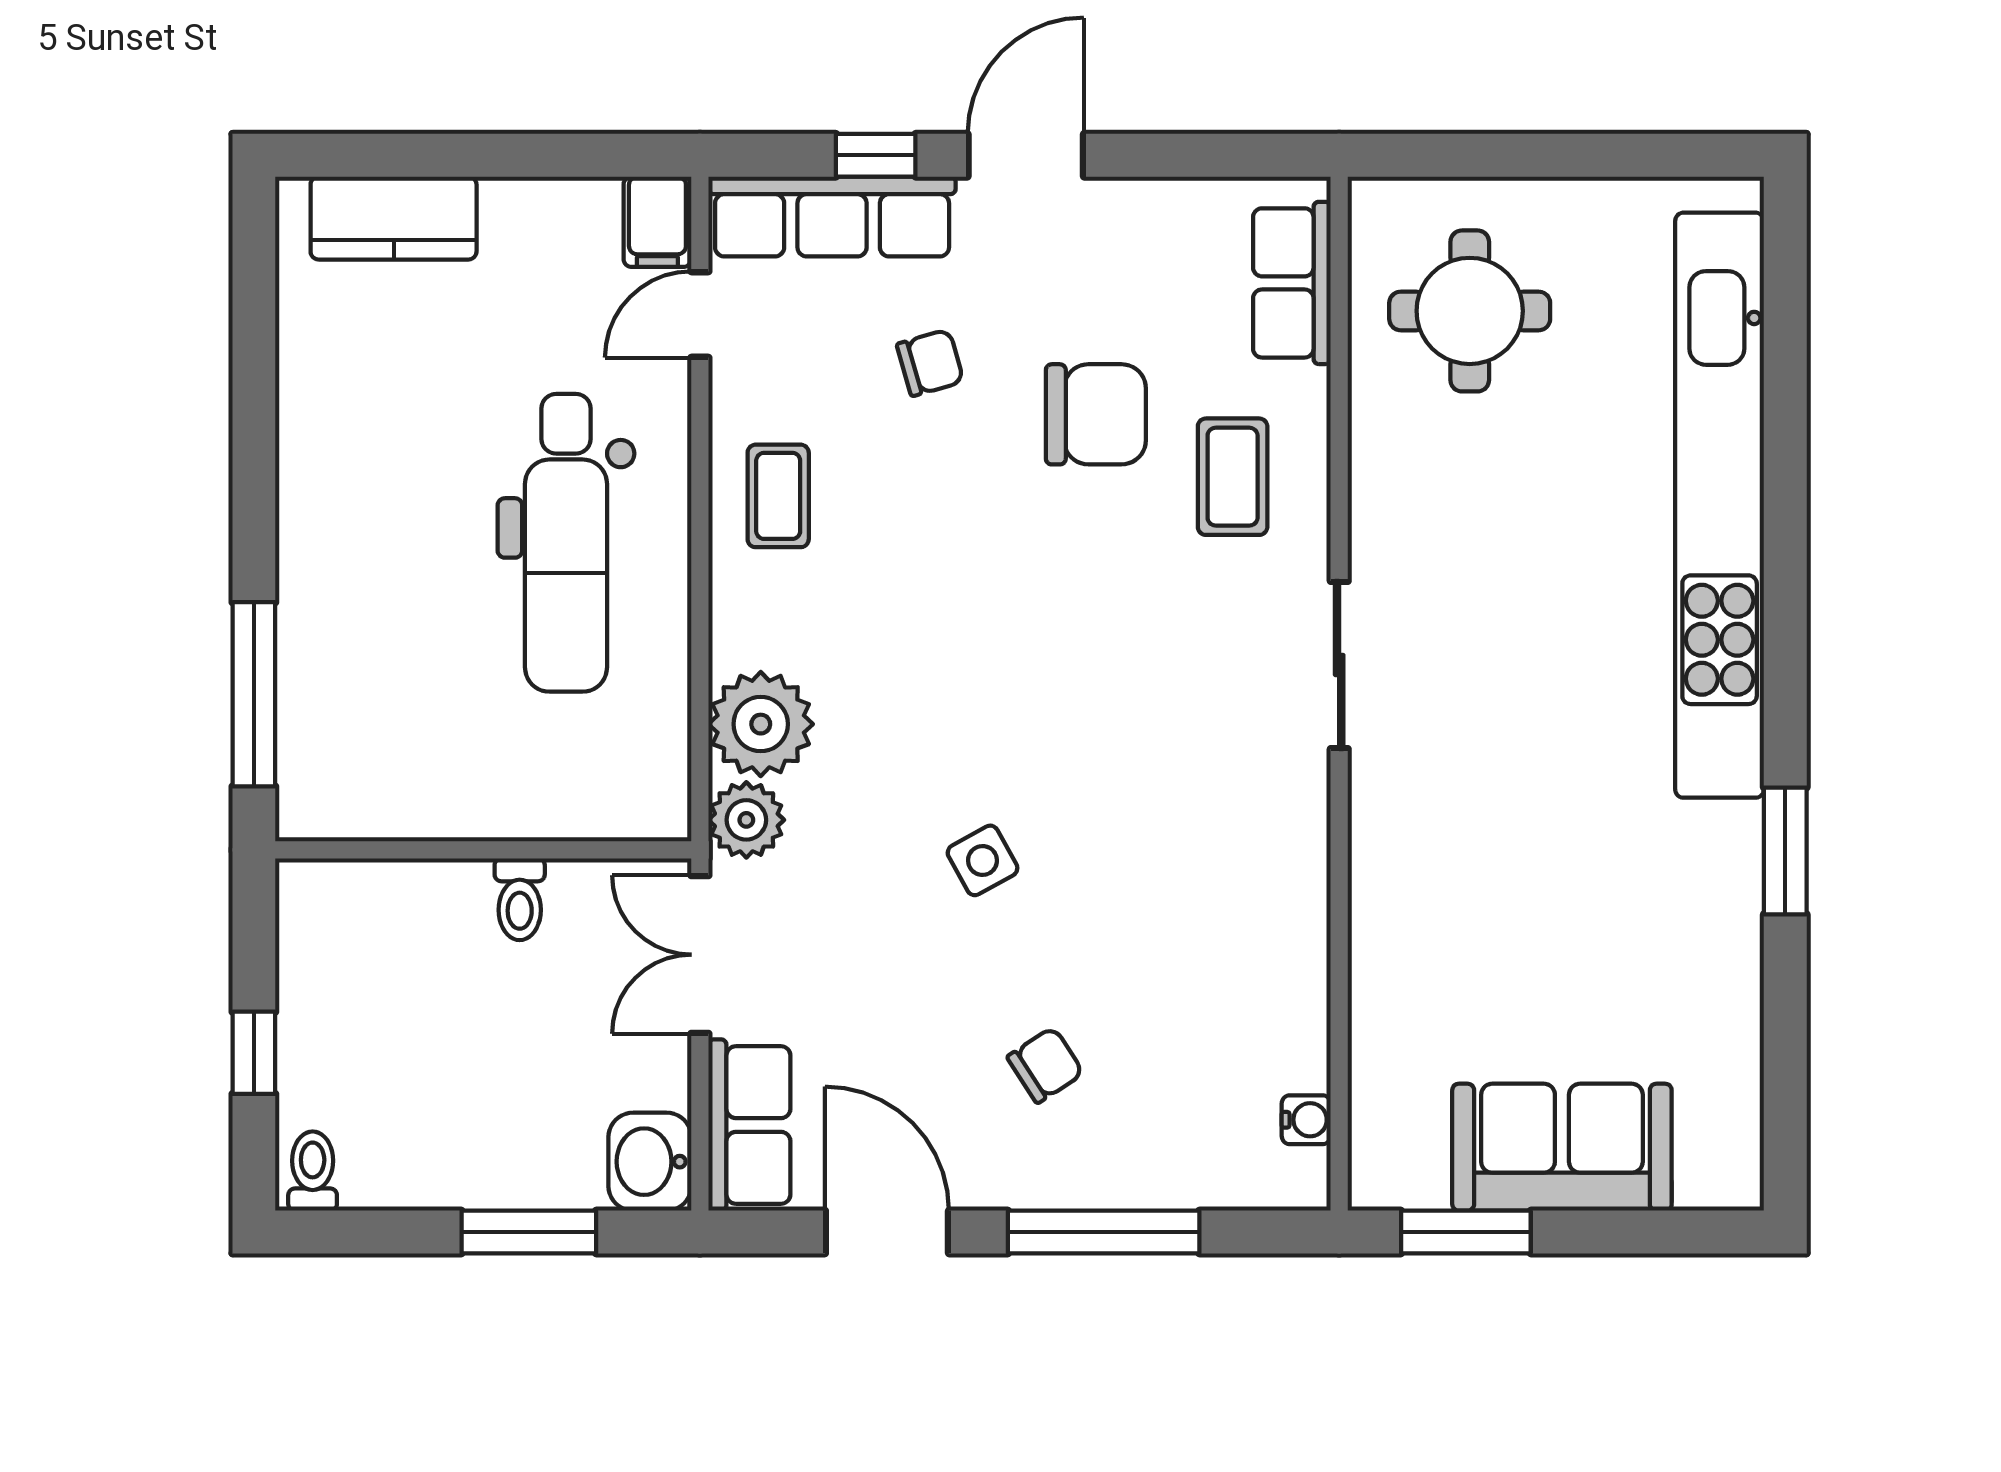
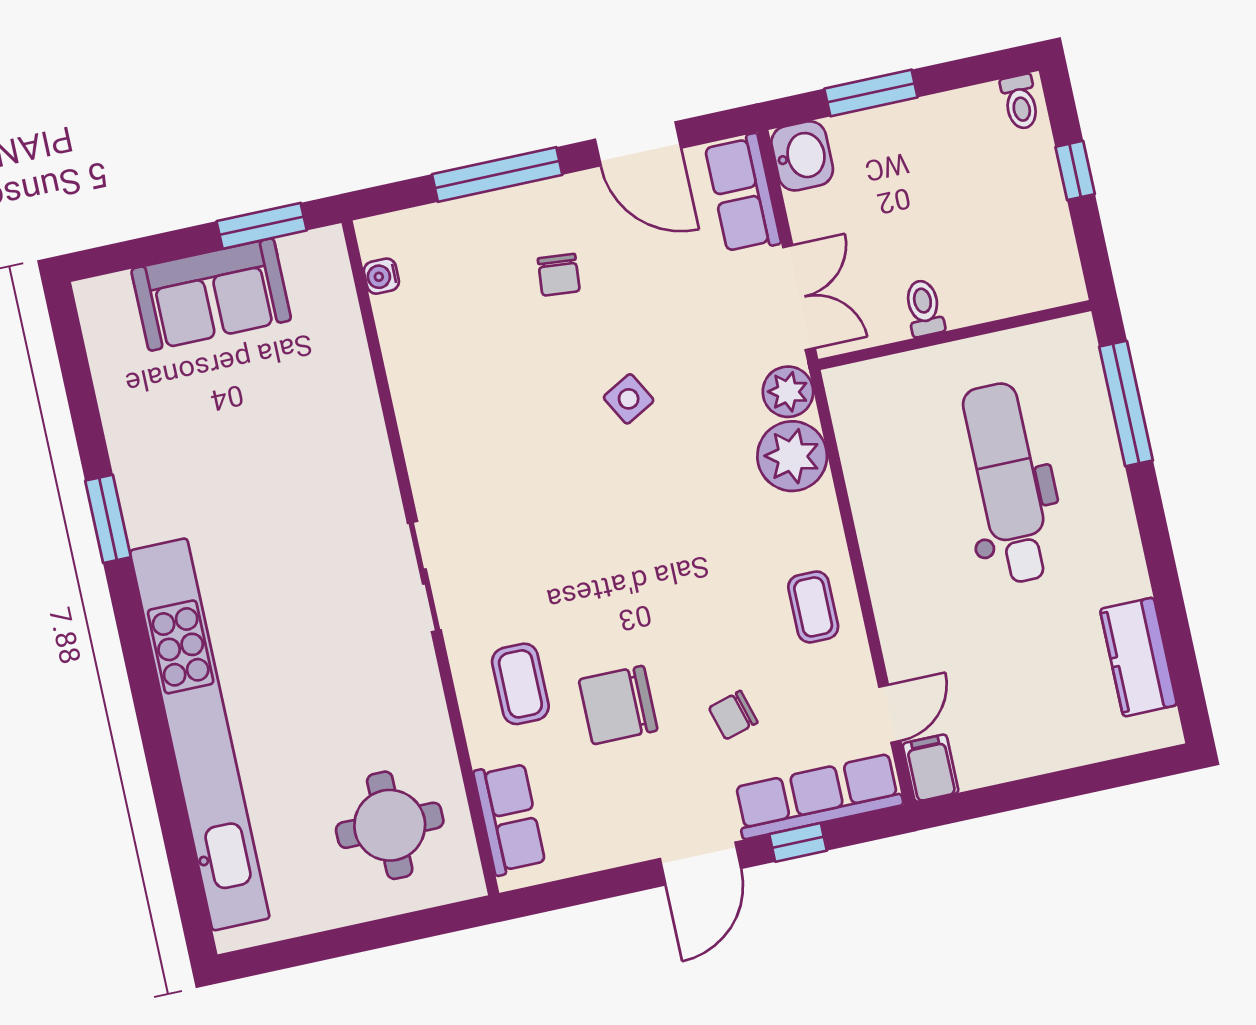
kitchen counter: (394, 218) -> (1138, 657), moved, turned -90
dental chair: (566, 543) -> (1008, 483), moved
chair: (1045, 1065) -> (559, 275), turned -52

